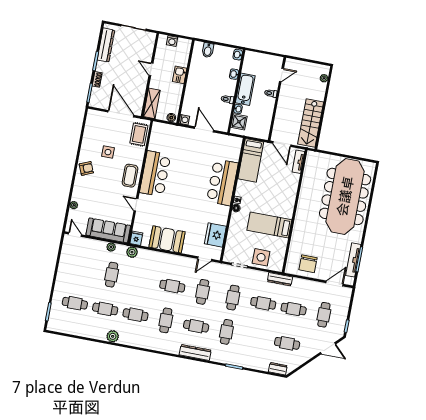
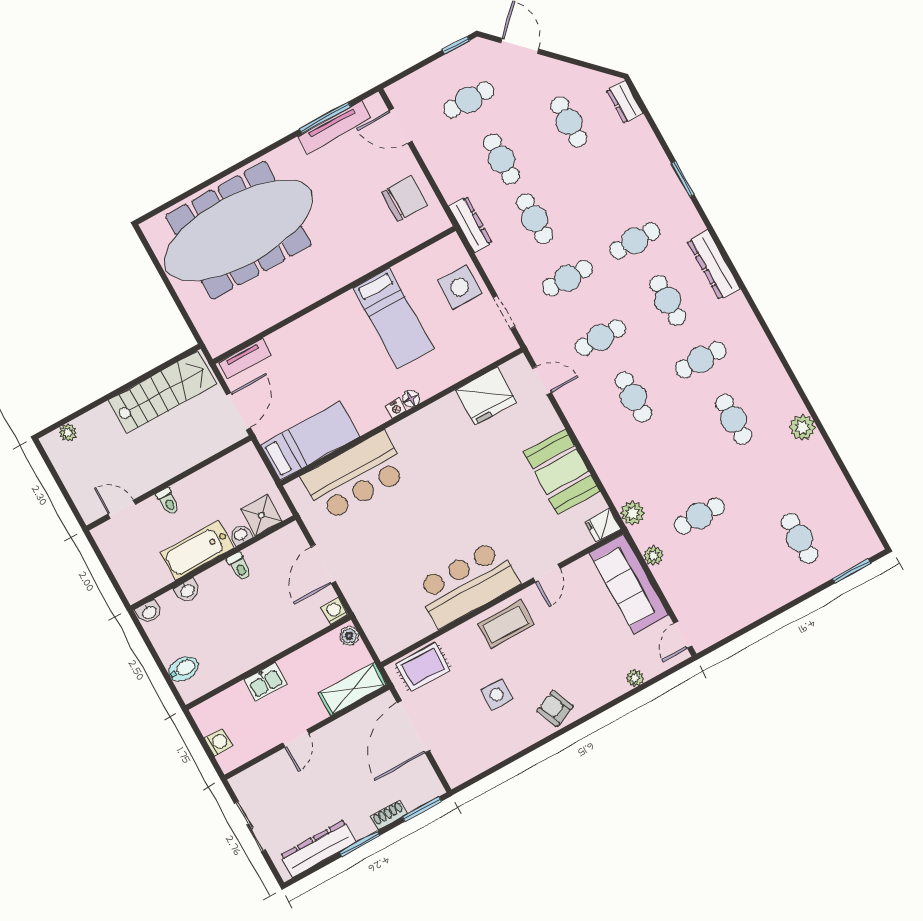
bar counter: (222, 182) -> (355, 476), moved
cafe table: (105, 309) -> (767, 479), removed

